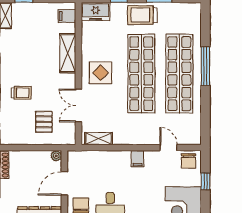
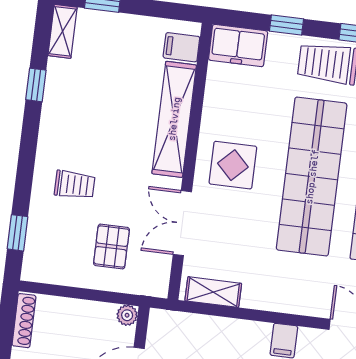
shelving: (68, 53) -> (174, 119), width x1.47

